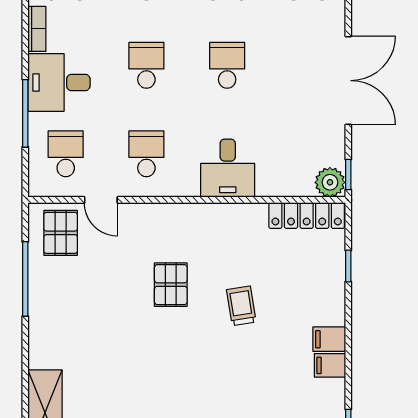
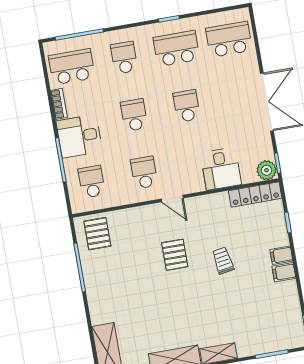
desk: (228, 168) -> (221, 169), moved
door: (101, 200) -> (172, 199), moved
filing cabinet: (330, 365) -> (281, 255), moved

